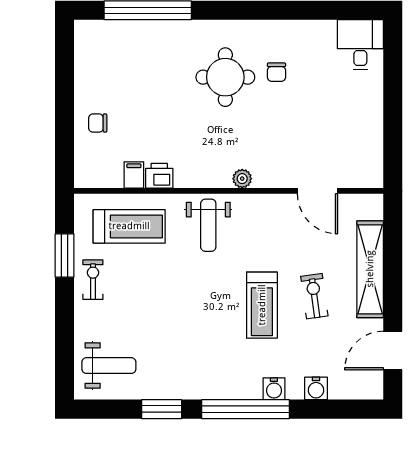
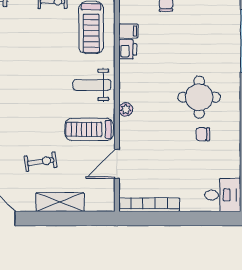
bookcase: (374, 146) -> (149, 205), added
shelving: (370, 269) -> (60, 202), width x0.68
treadmill: (262, 305) -> (89, 129), moved

